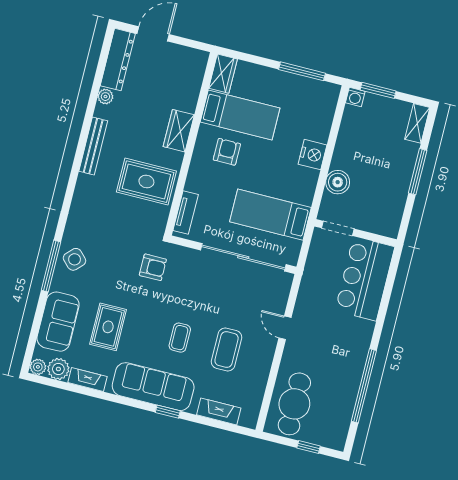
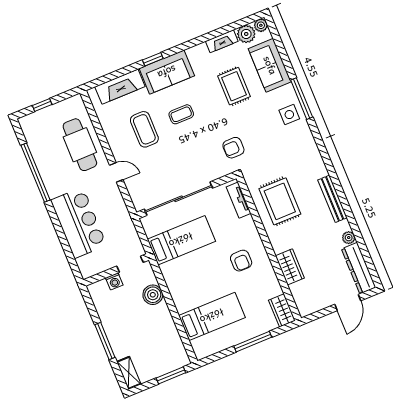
window: (302, 71) -> (253, 342), moved
washing machine: (355, 97) -> (114, 281), moved, turned 180
bed: (240, 115) -> (212, 316), moved, turned 180
wardrobe: (179, 131) -> (290, 267), moved
nightstand: (313, 155) -> (183, 301), removed
rug: (146, 182) -> (280, 201), turned 90
side table: (75, 259) -> (289, 115), turned 45
bar counter: (365, 279) -> (79, 223), moved
coffee table: (180, 338) -> (181, 114), turned 90
sofa: (153, 387) -> (167, 72), width x0.73
cafe table: (294, 404) -> (80, 145), moved
fireplace: (219, 411) -> (120, 87), width x1.37, depth x1.32

